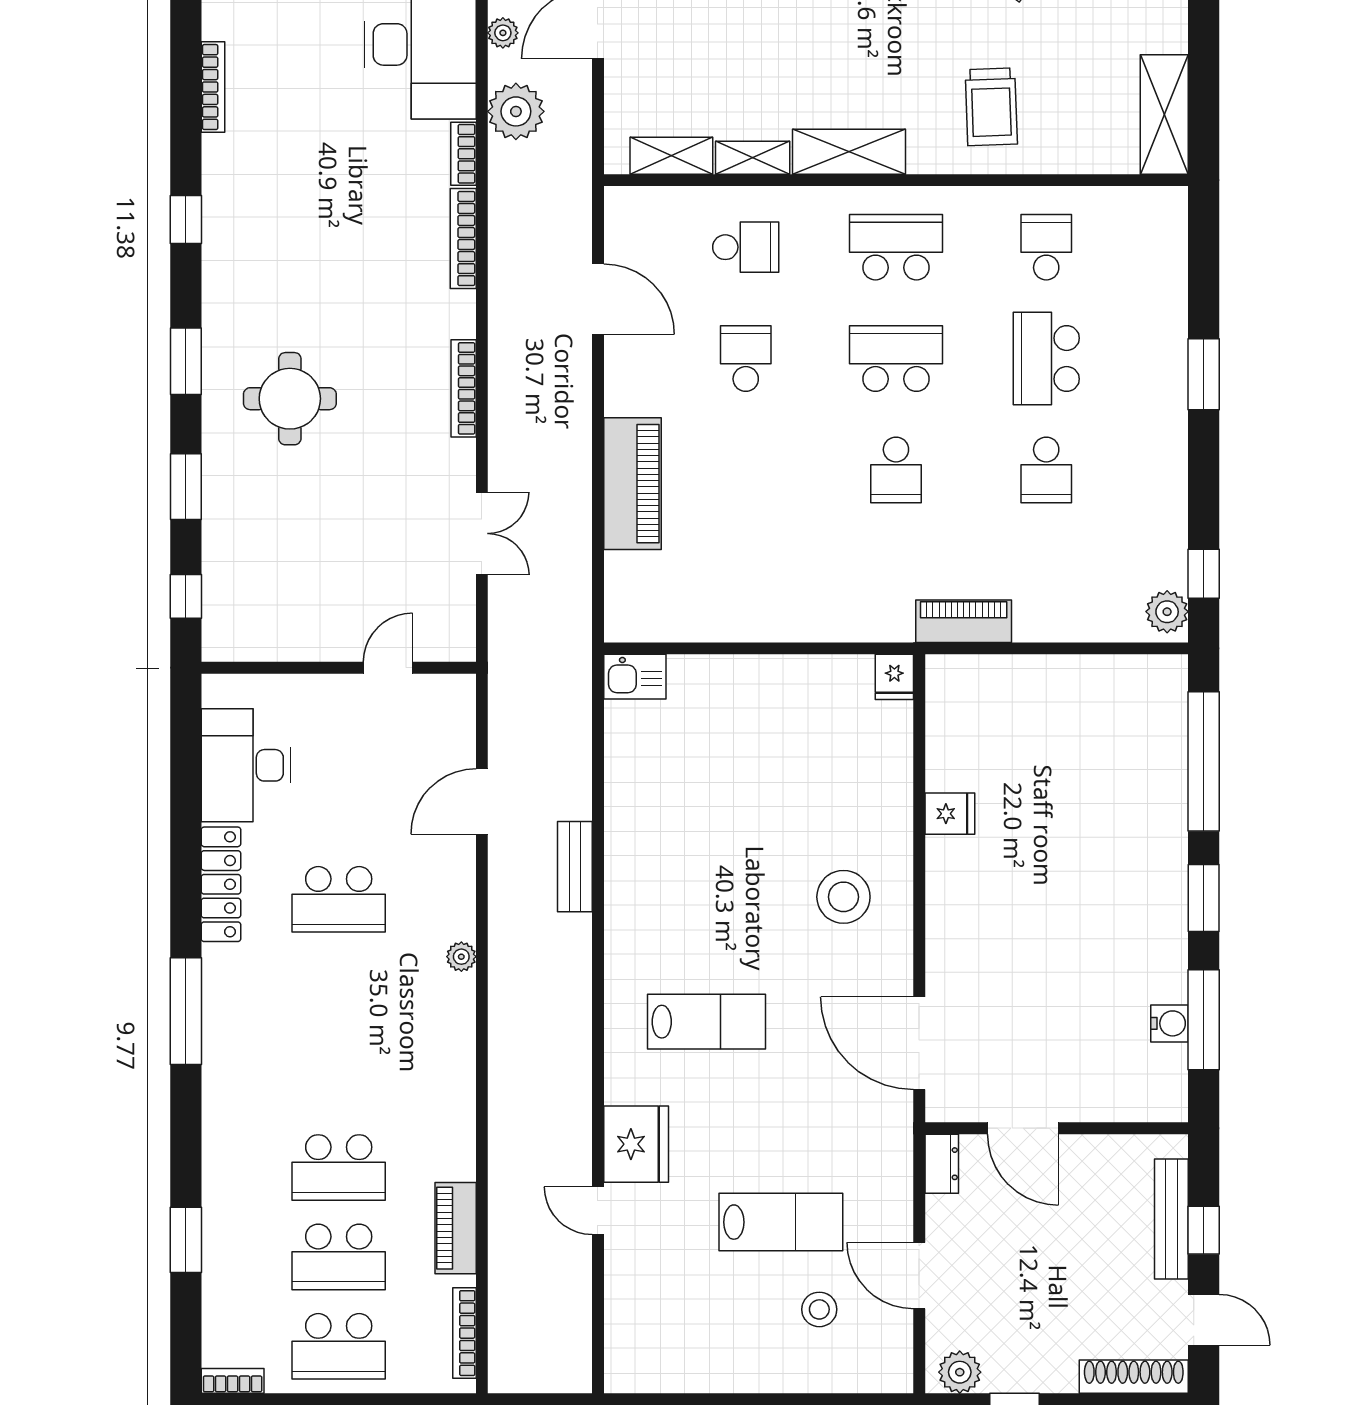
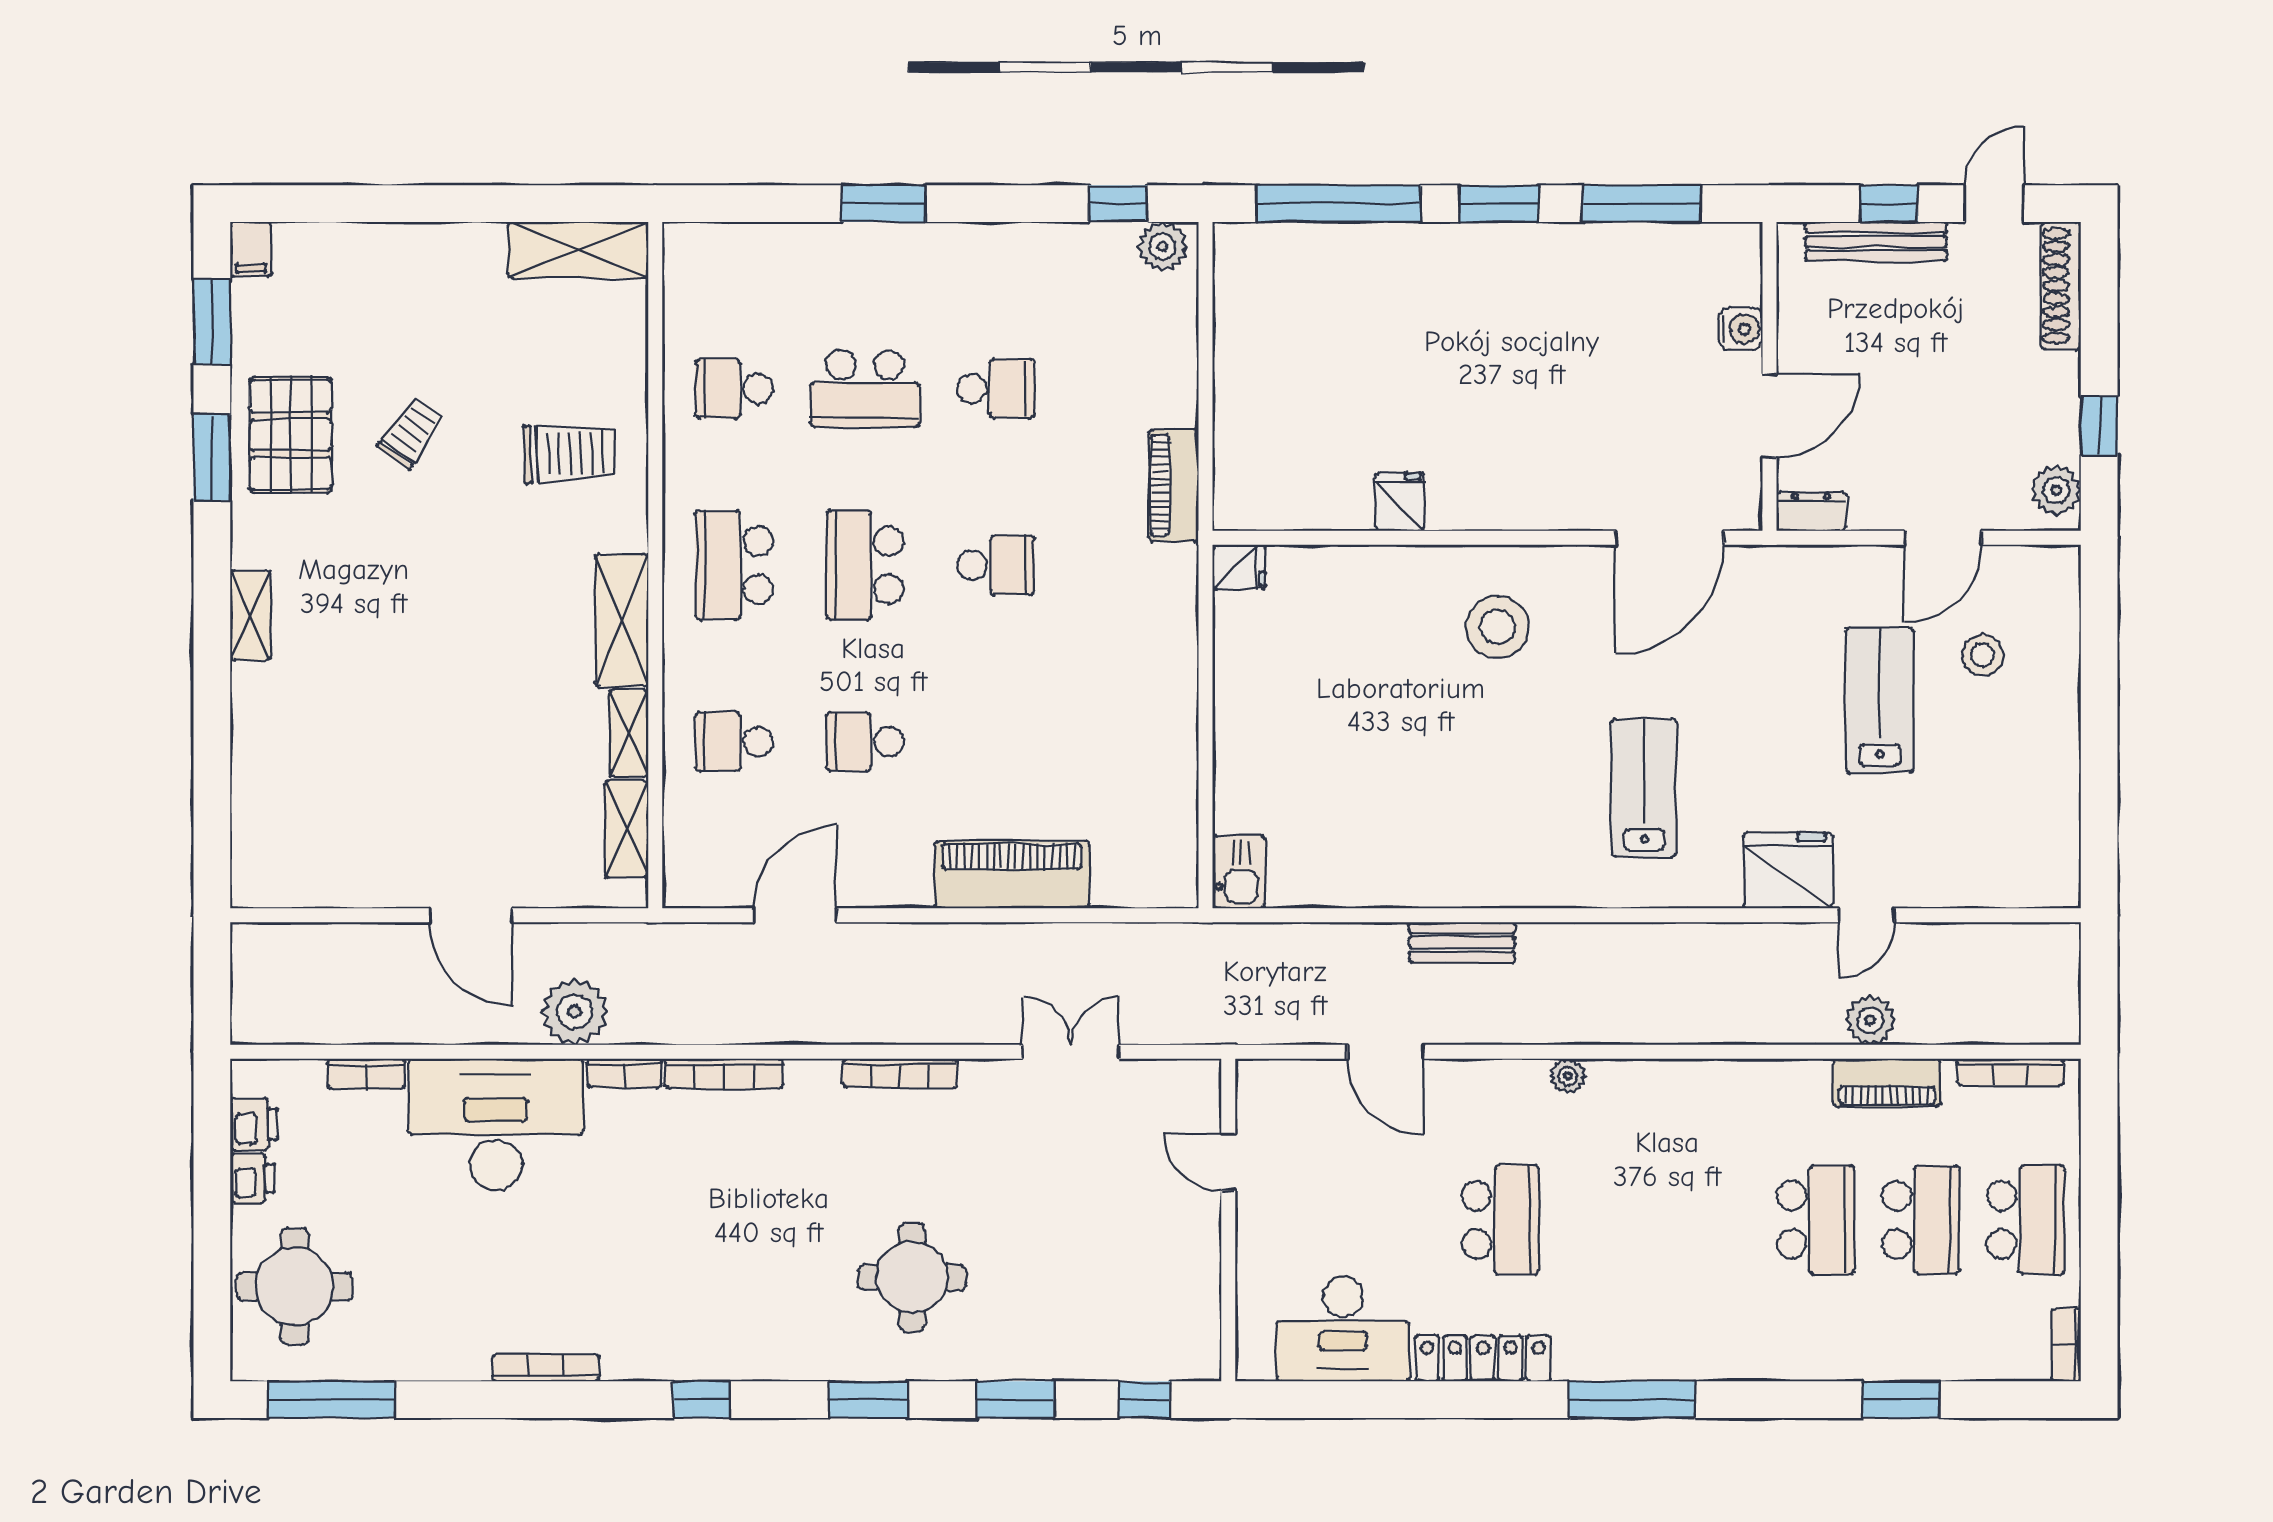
plant: (503, 33) -> (1870, 1020), moved, width x1.38, depth x1.38
school desk: (746, 247) -> (734, 742), turned -90
water cooler: (1170, 1023) -> (1741, 329), moved, turned 90

